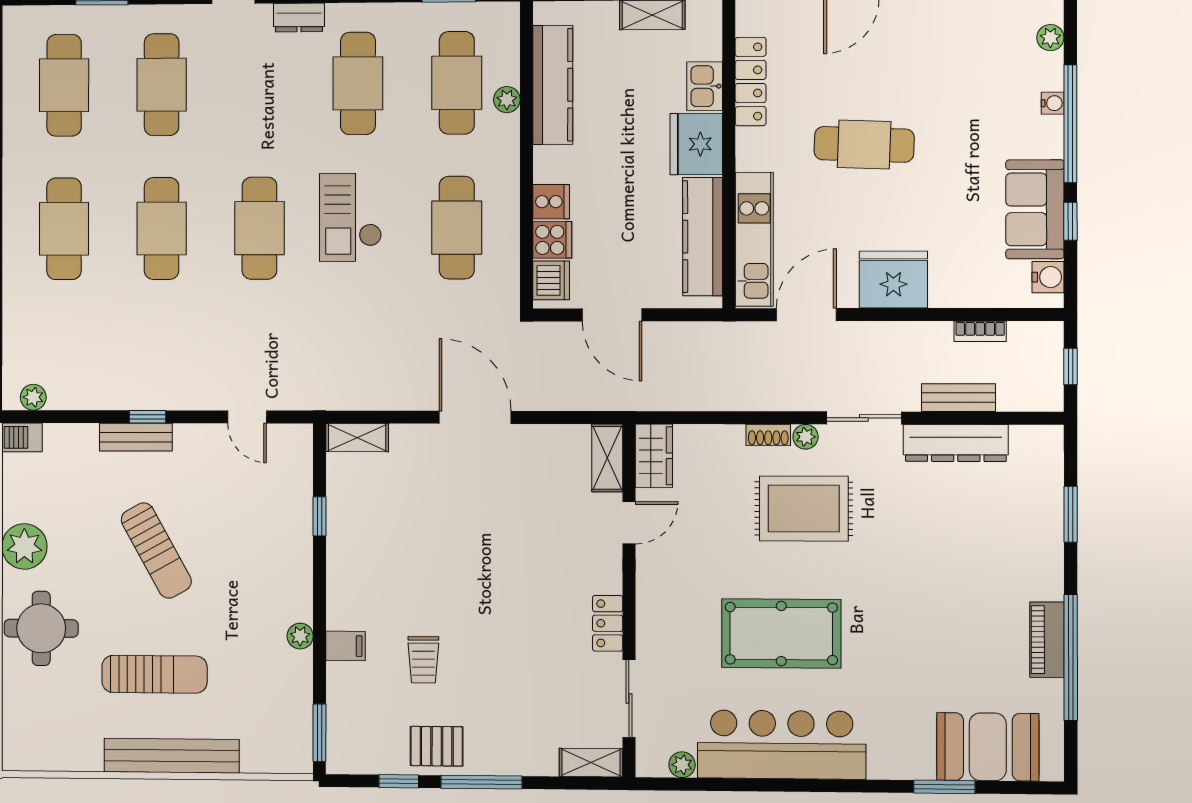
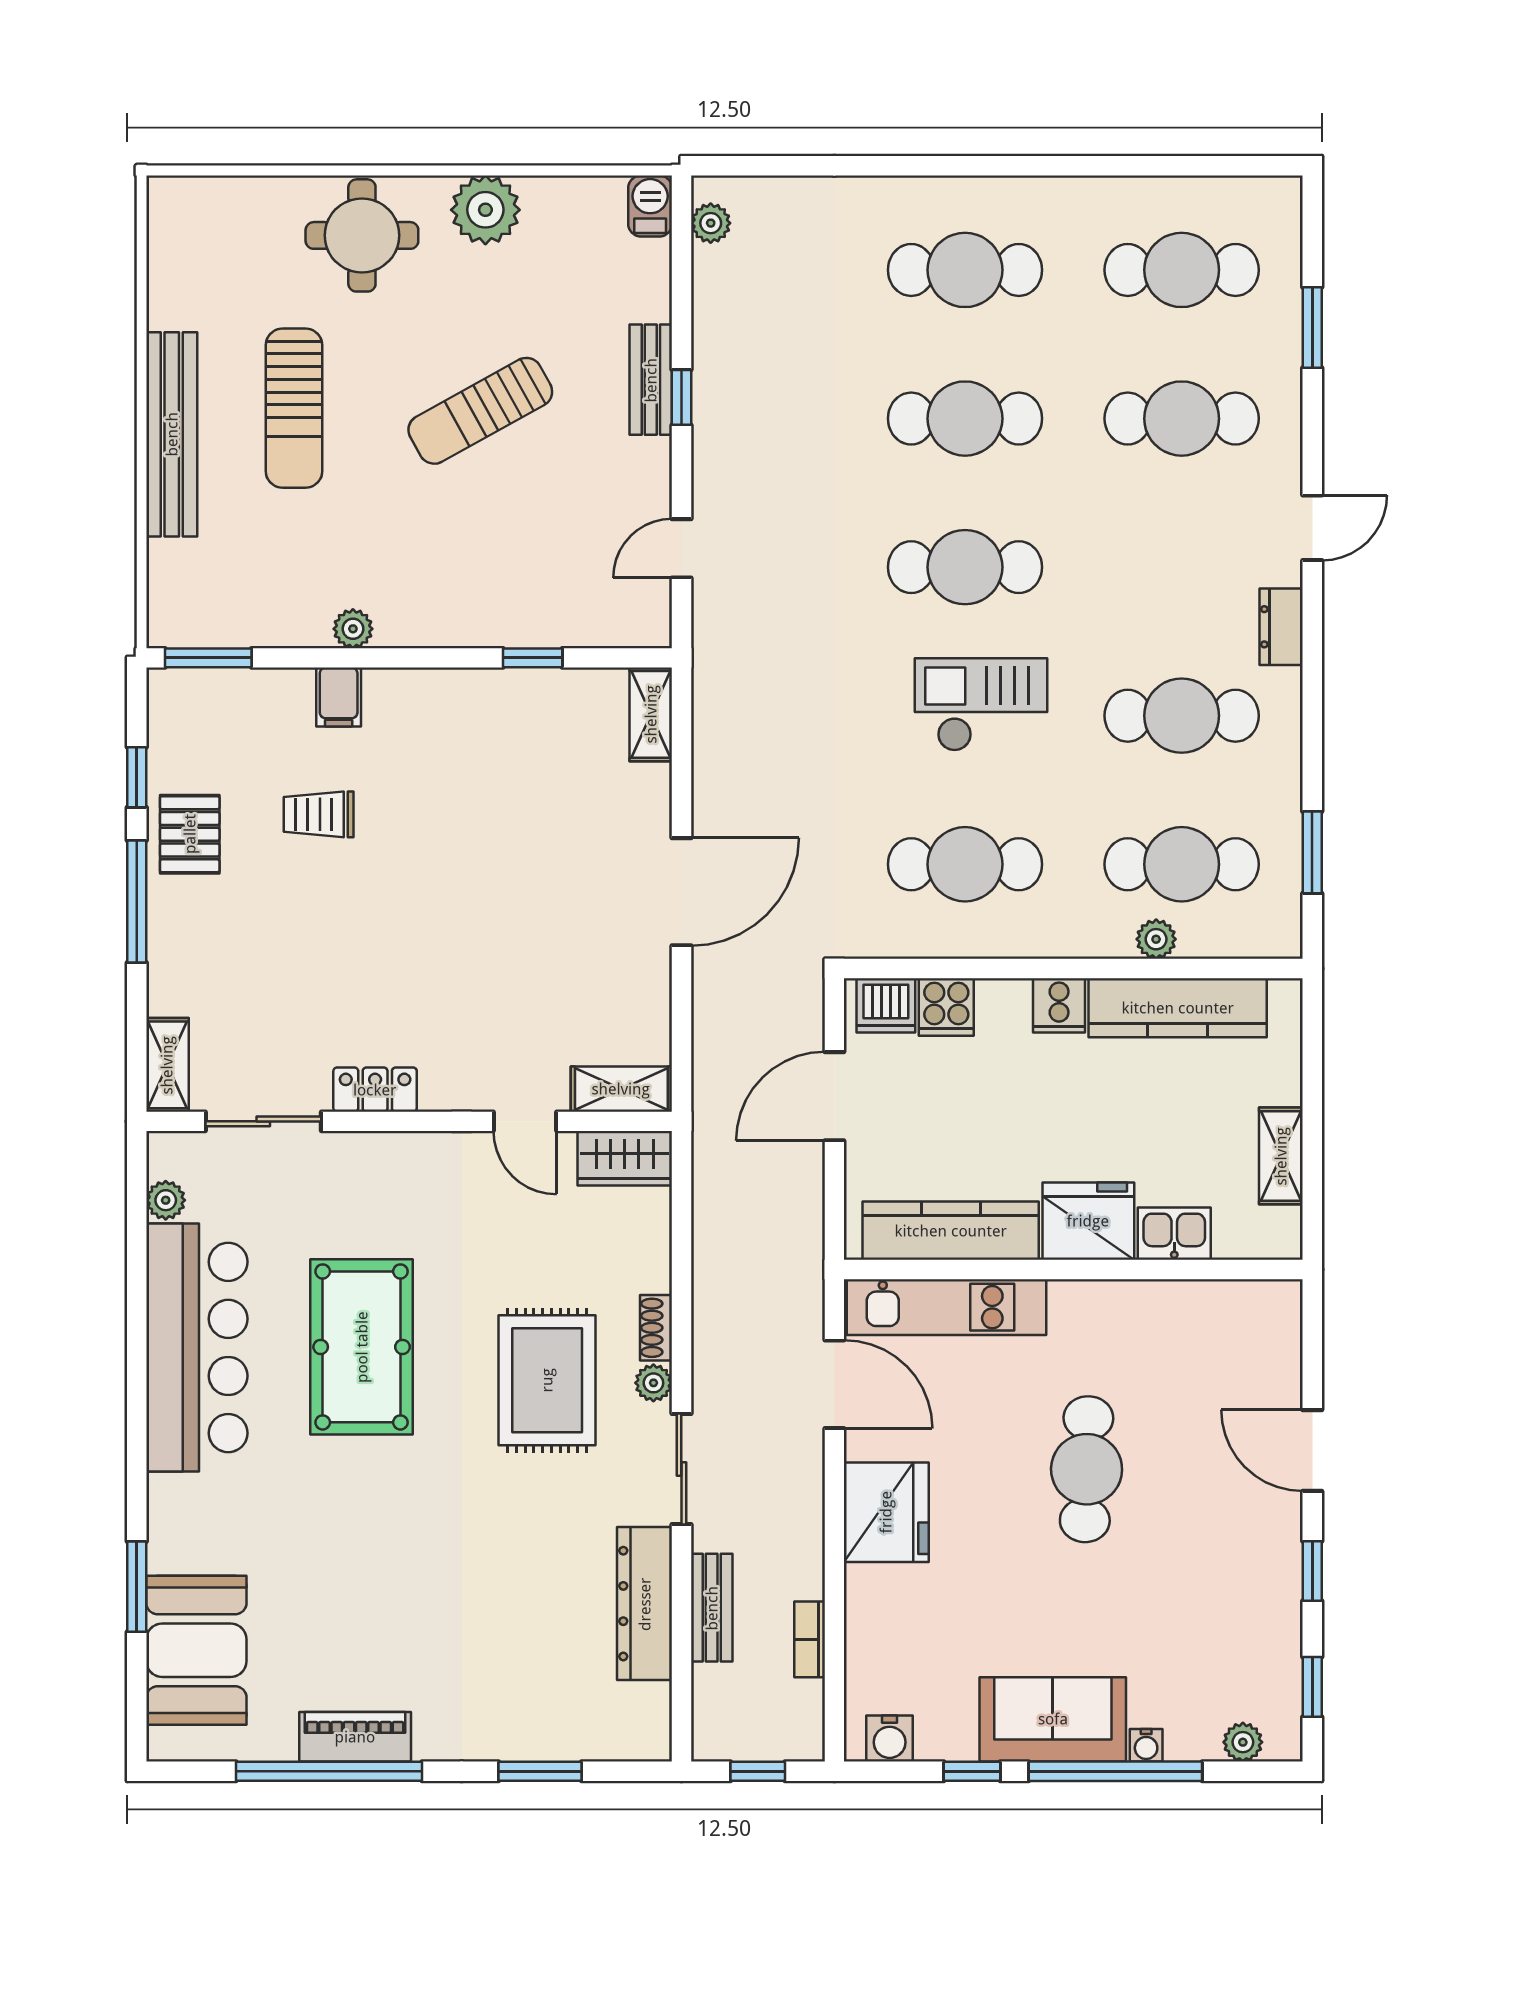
locker: (751, 81) -> (1181, 1302), removed
cooker: (551, 202) -> (1059, 1005), moved
sofa: (1035, 209) -> (1053, 1719), moved

